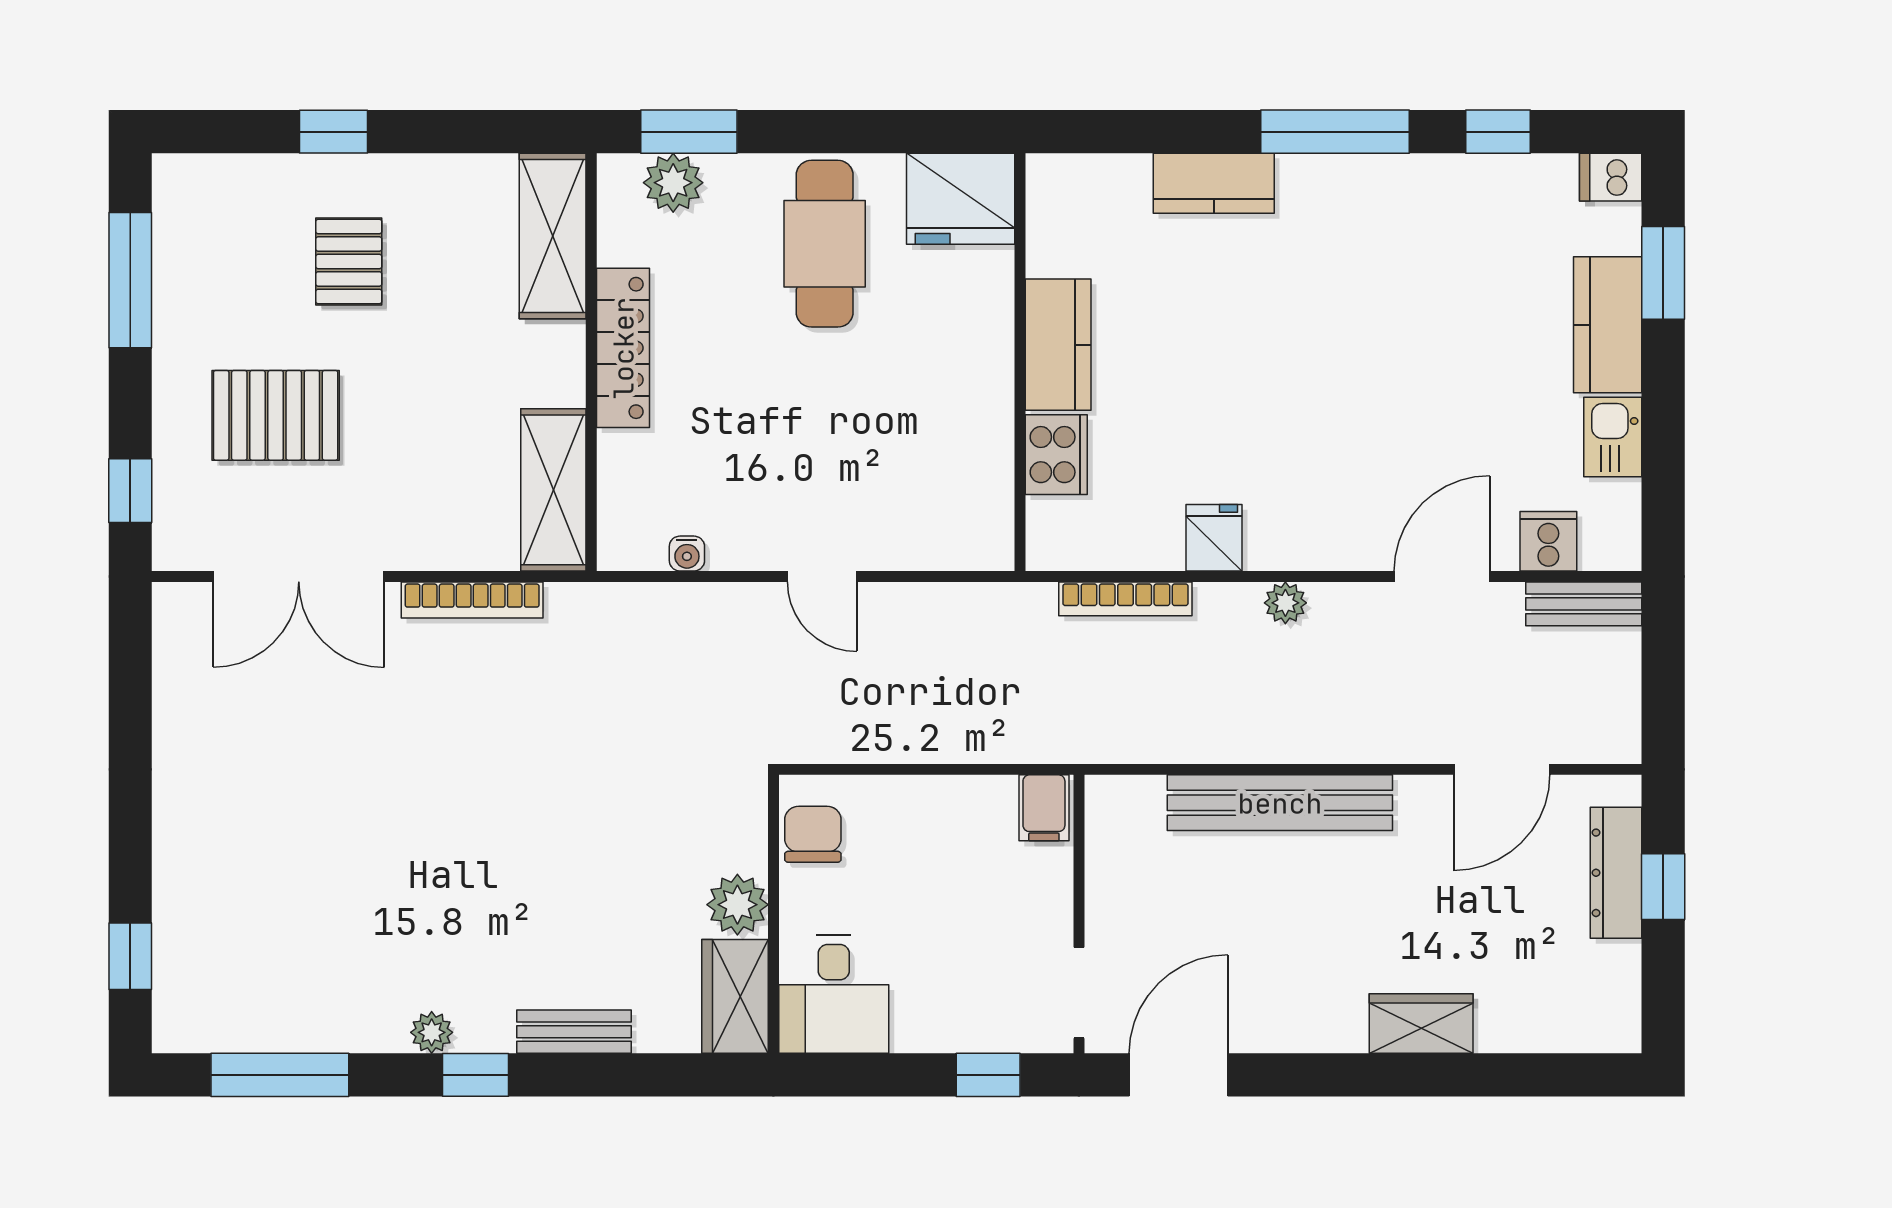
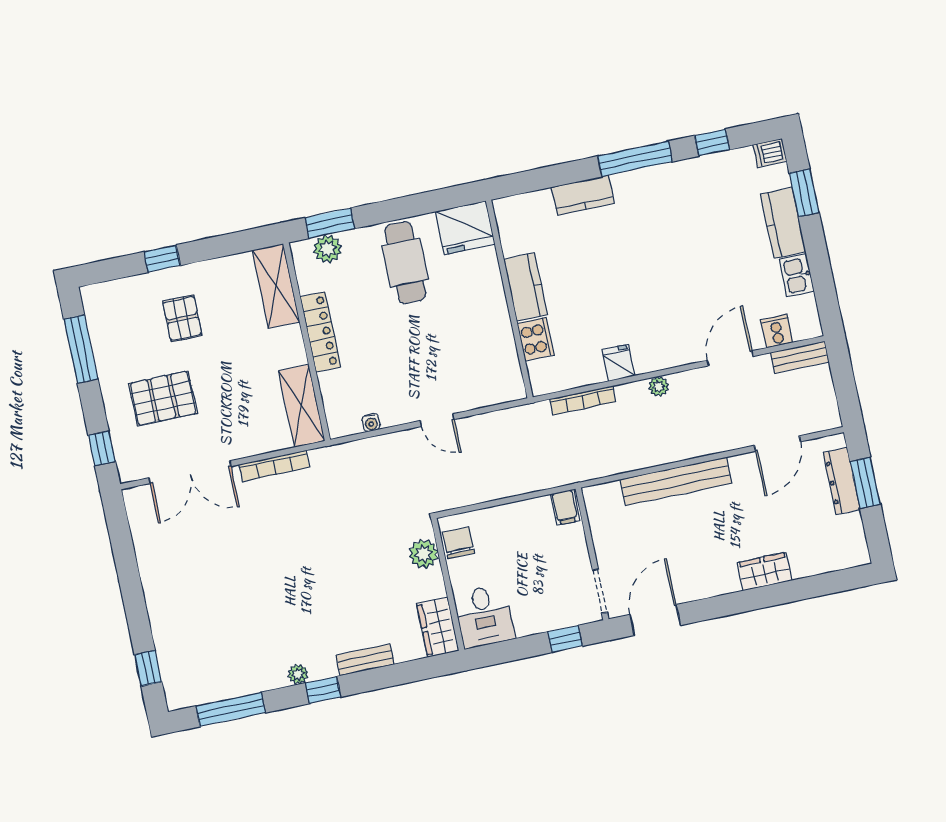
window: (1663, 887) -> (865, 483), width x1.50
plant: (737, 905) -> (424, 554), moved

